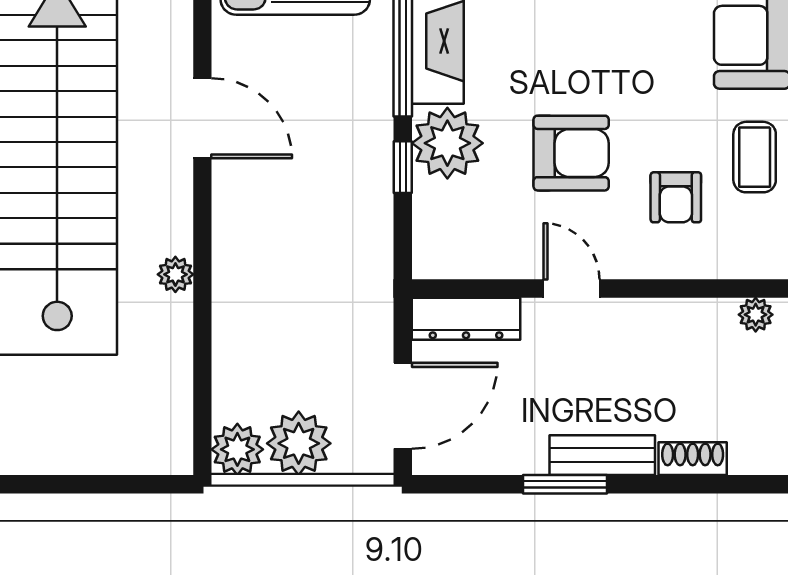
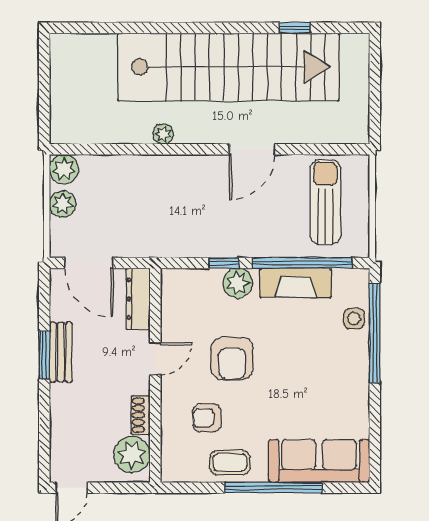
plant: (447, 143) -> (238, 283), width x0.73, depth x0.73
plant: (756, 315) -> (132, 455), width x1.87, depth x1.87
plant: (299, 443) -> (63, 204), width x0.73, depth x0.73
bench: (602, 455) -> (61, 352), moved
shoe rack: (693, 459) -> (141, 415), moved, turned 180

